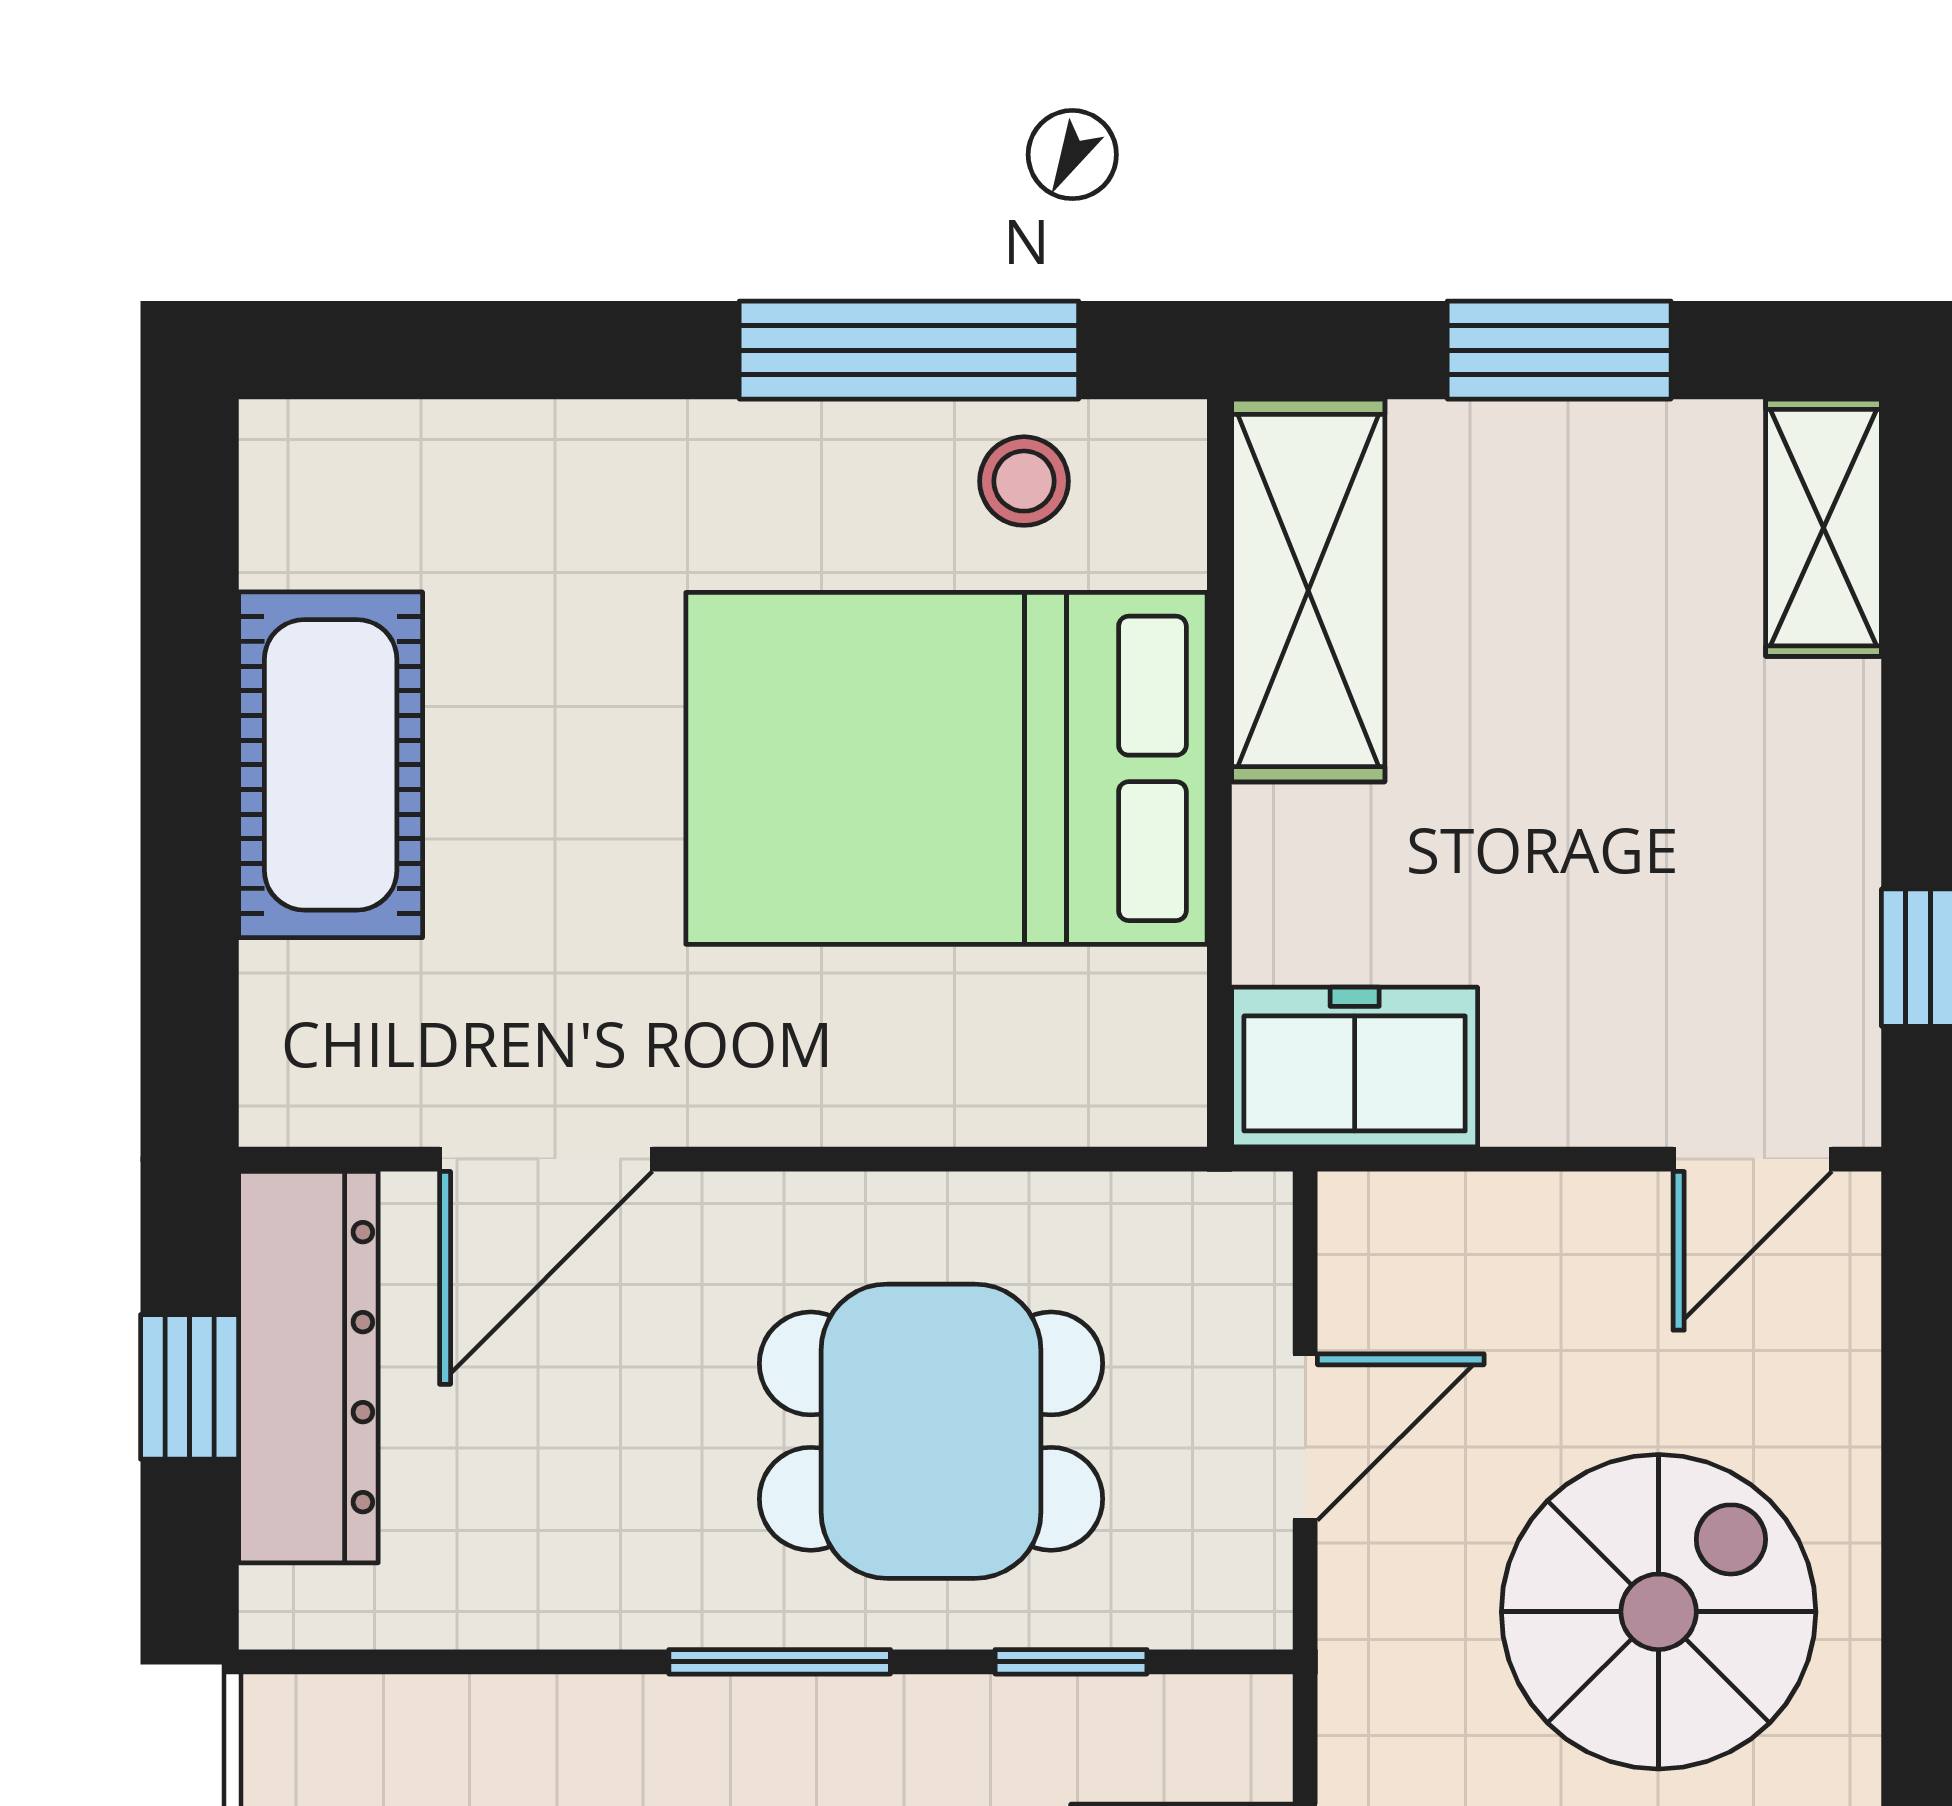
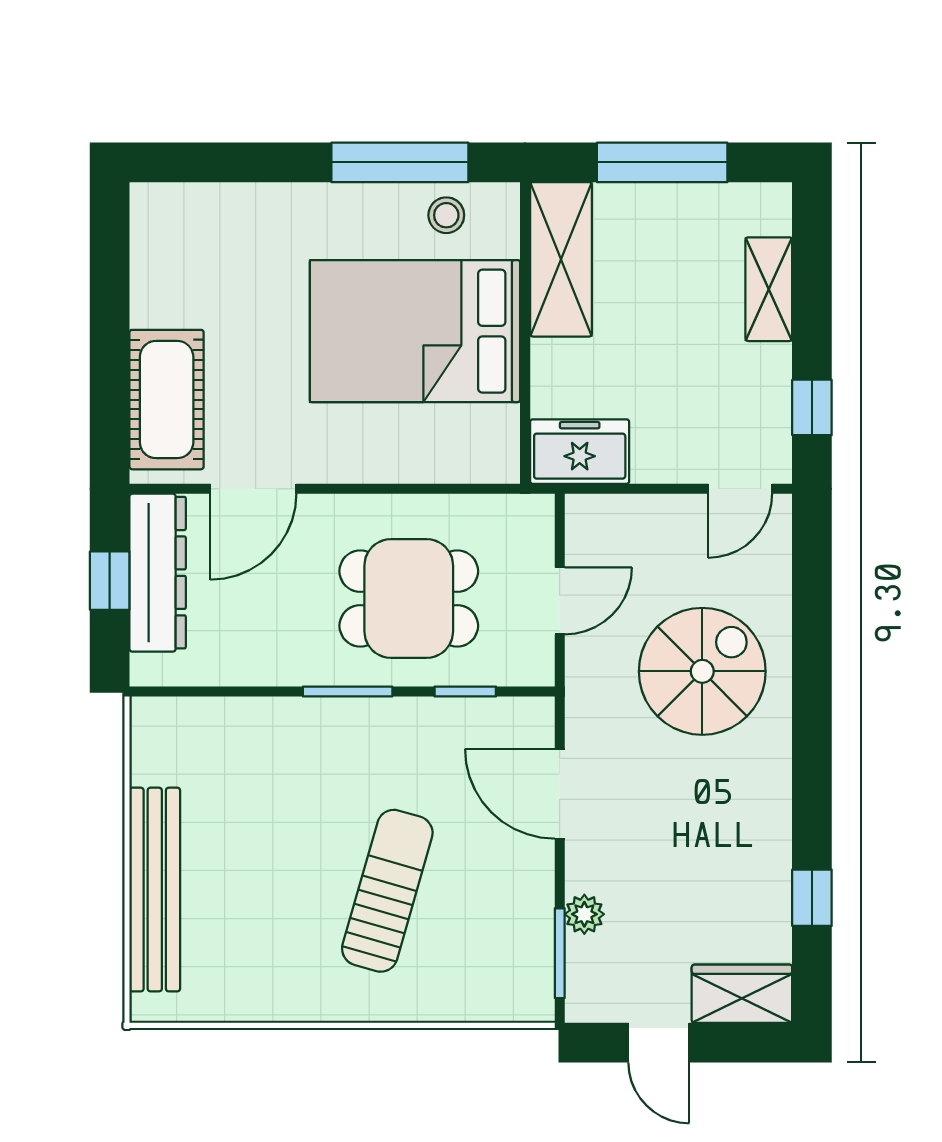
window: (1559, 350) -> (662, 162), width x1.44
shelving: (1824, 528) -> (769, 289), moved
cot: (331, 765) -> (167, 400), moved

